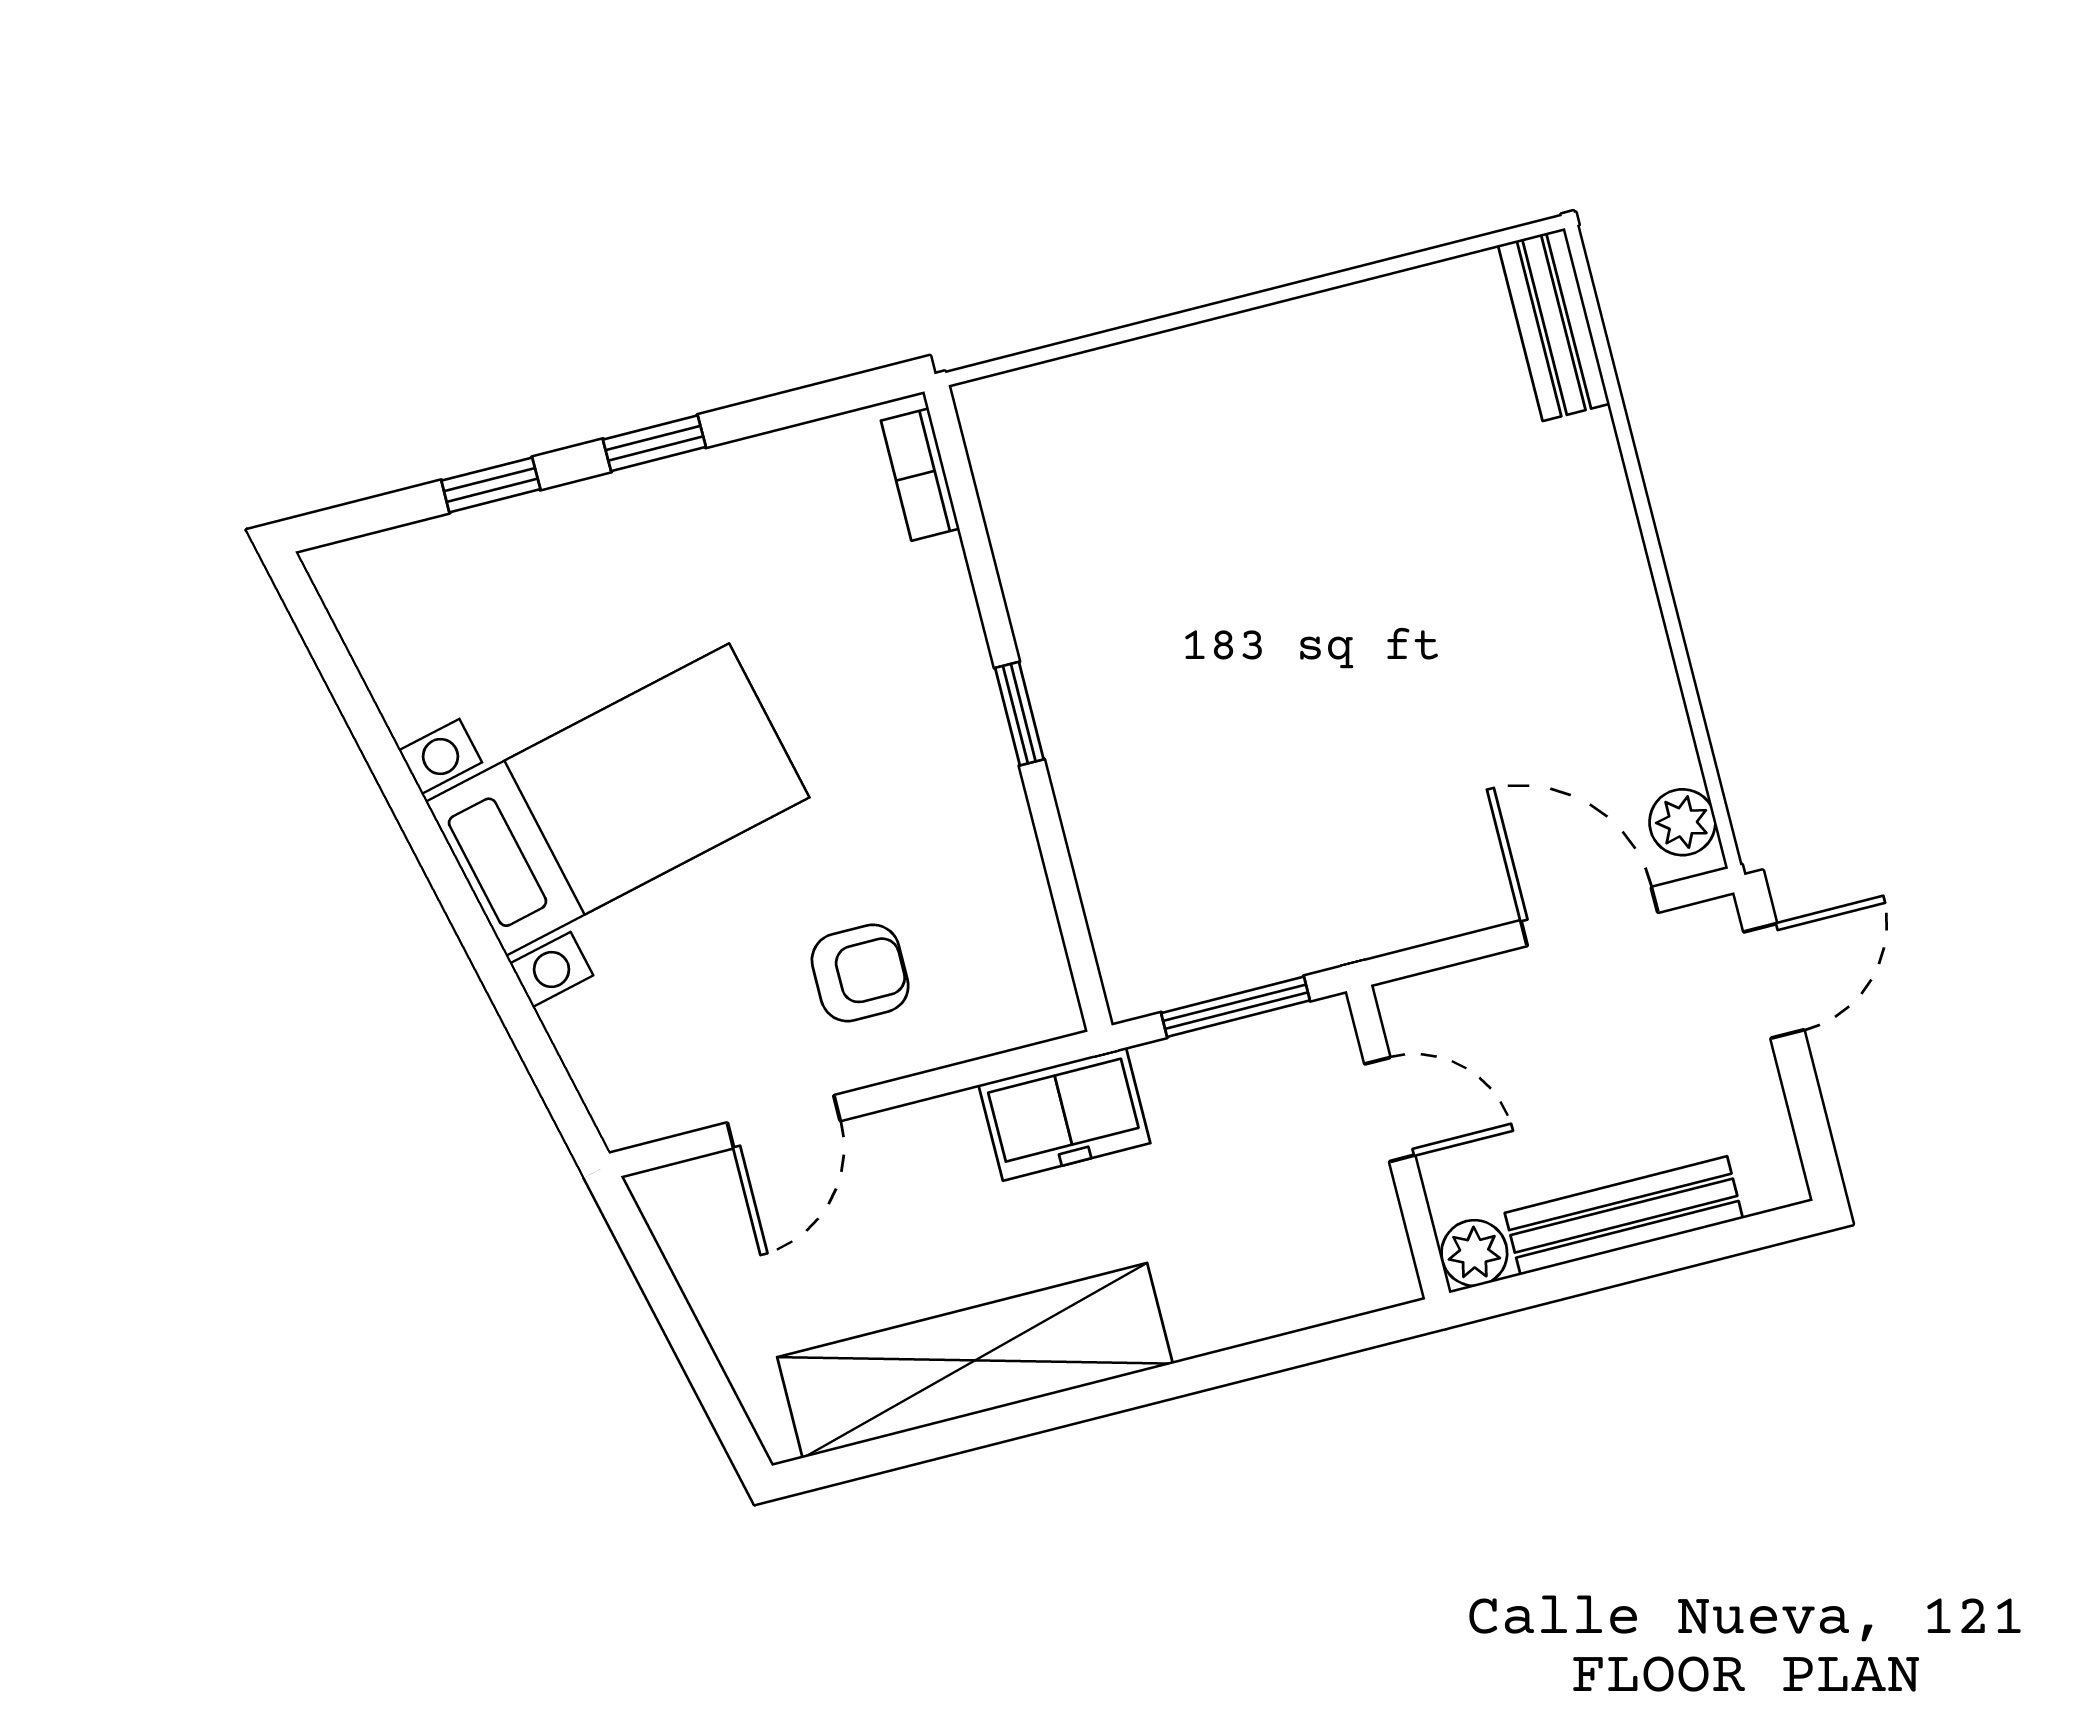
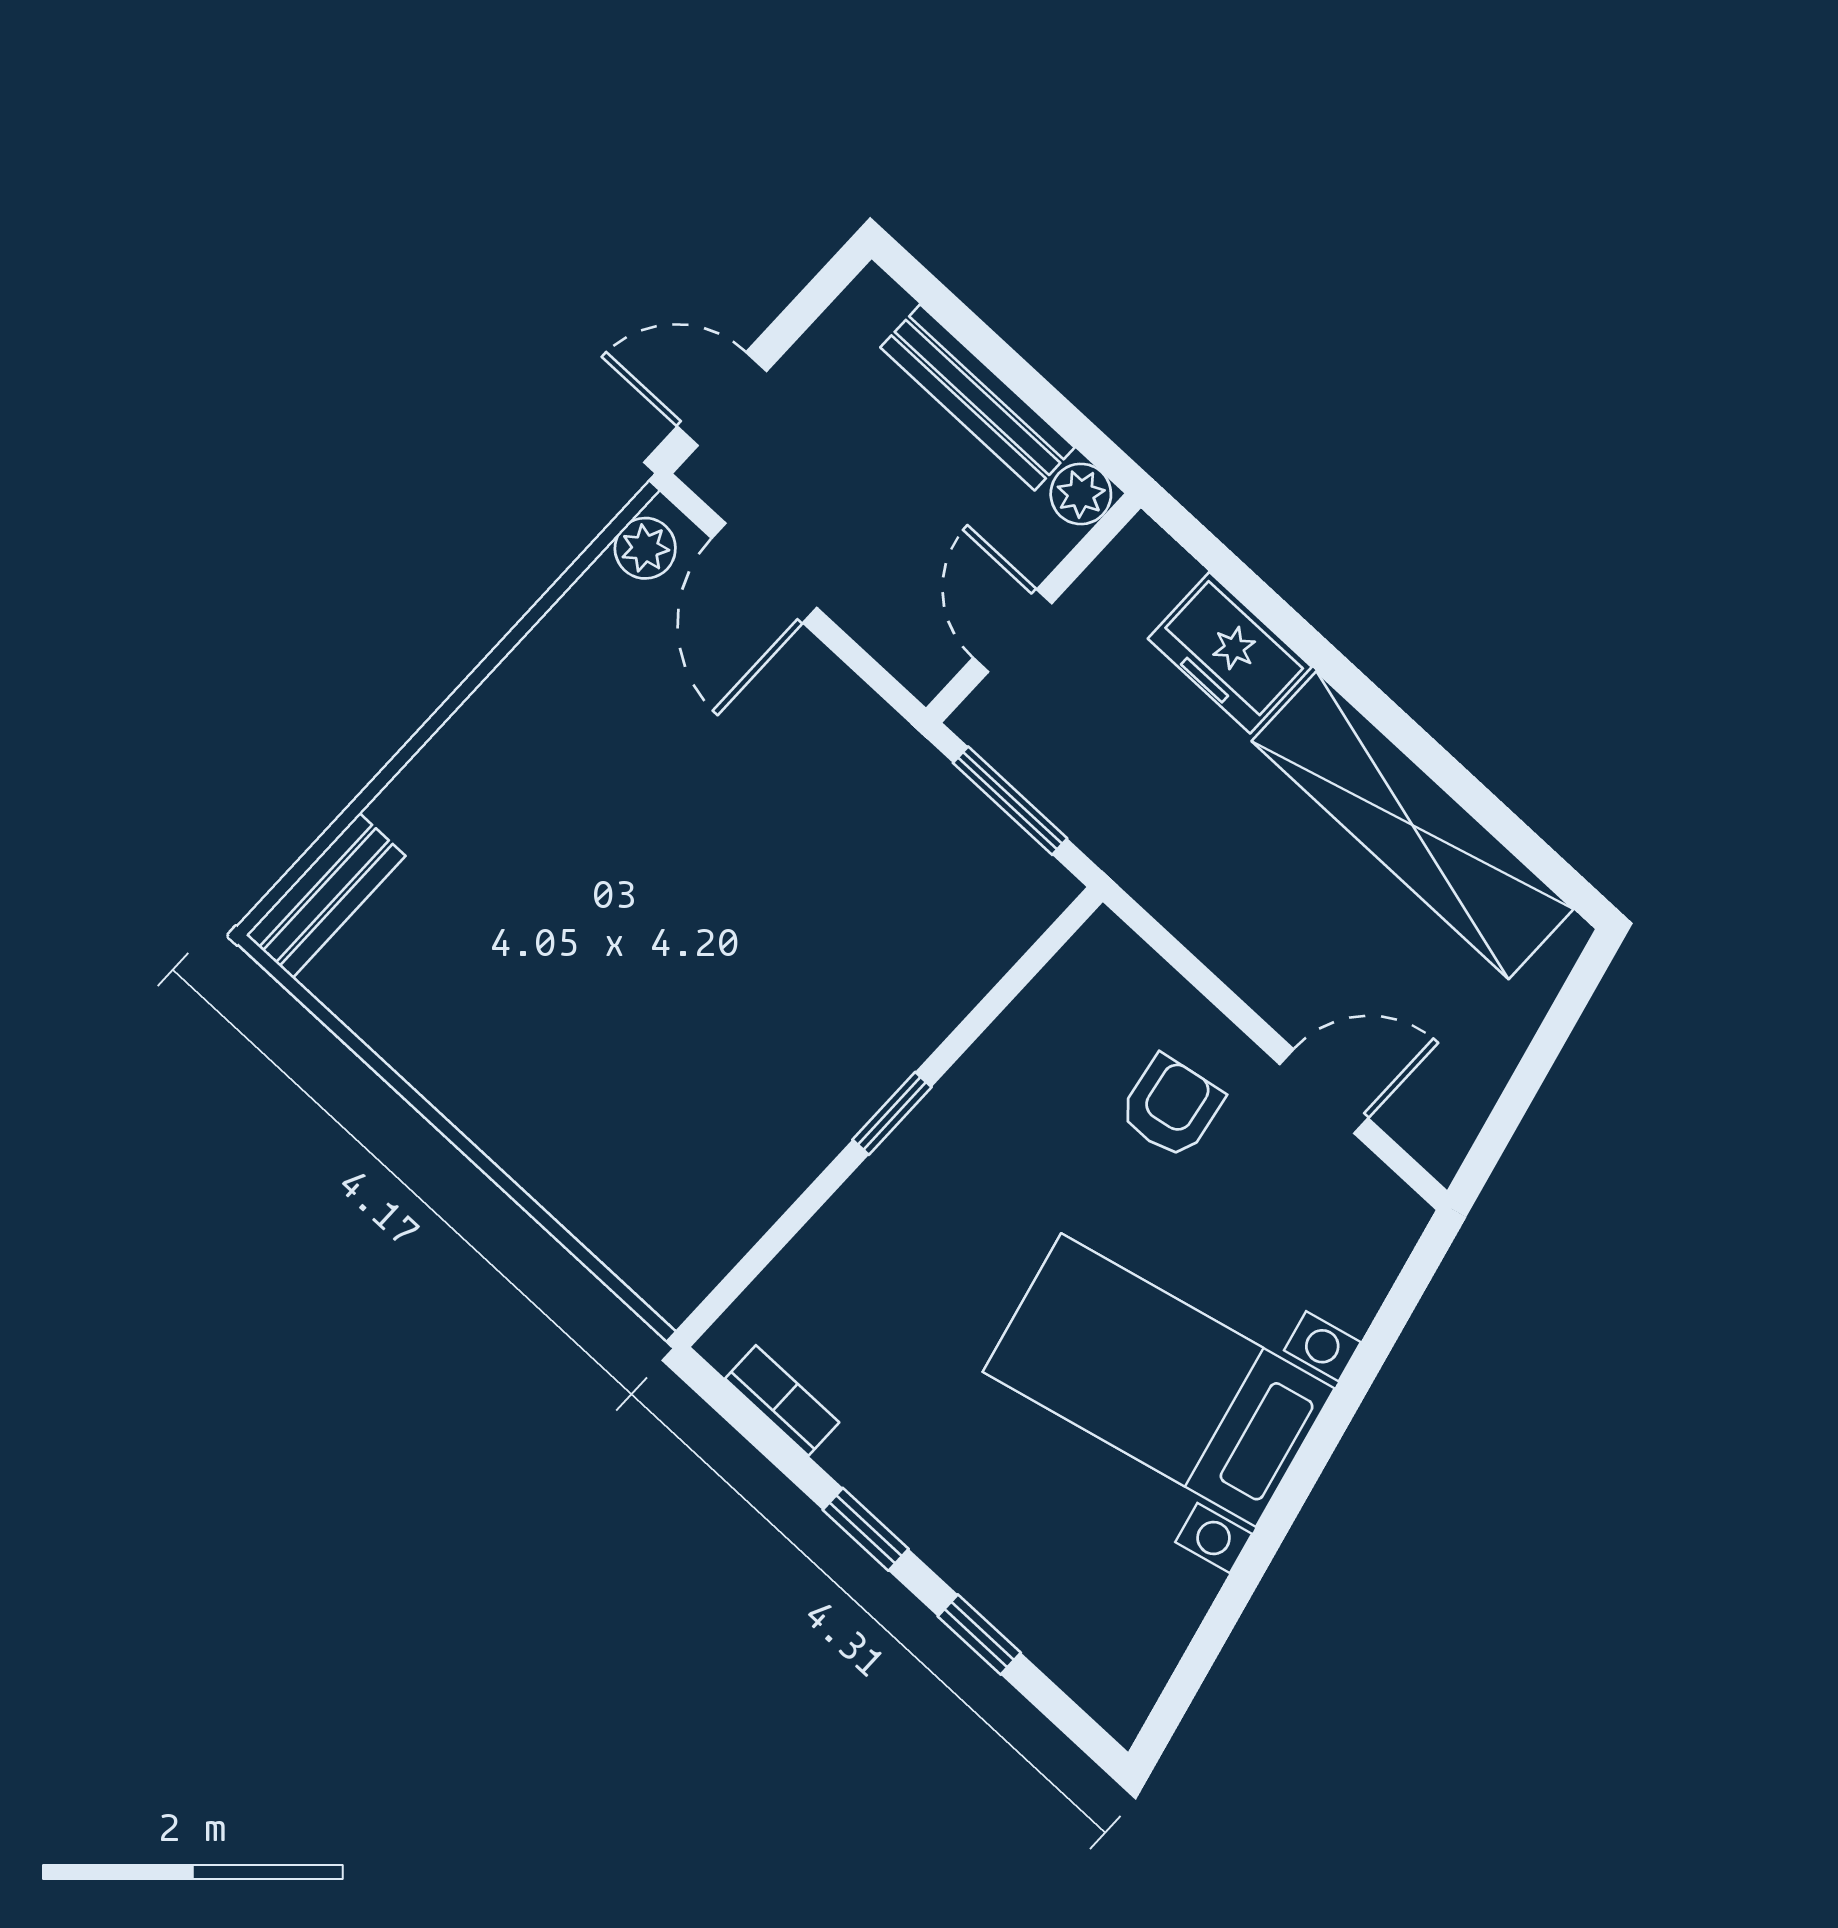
bookcase: (920, 475) -> (782, 1401), moved, turned -90
armchair: (860, 973) -> (1171, 1107), turned 80
freezer: (1064, 1114) -> (1230, 653), moved, turned 180

